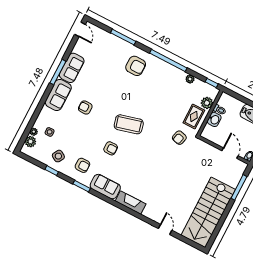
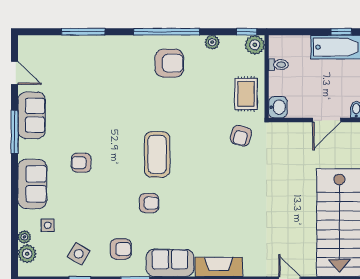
door: (80, 29) -> (15, 73), moved
armchair: (136, 66) -> (169, 63), moved
sofa: (58, 95) -> (32, 184), moved
plant: (207, 103) -> (255, 45), moved
washbasin: (214, 119) -> (278, 107), moved
coffee table: (129, 124) -> (157, 154), turned -75
door: (230, 153) -> (327, 120), swing flipped

